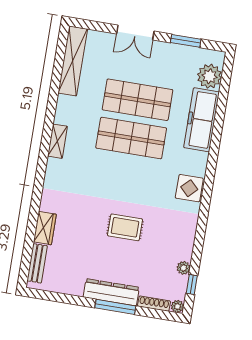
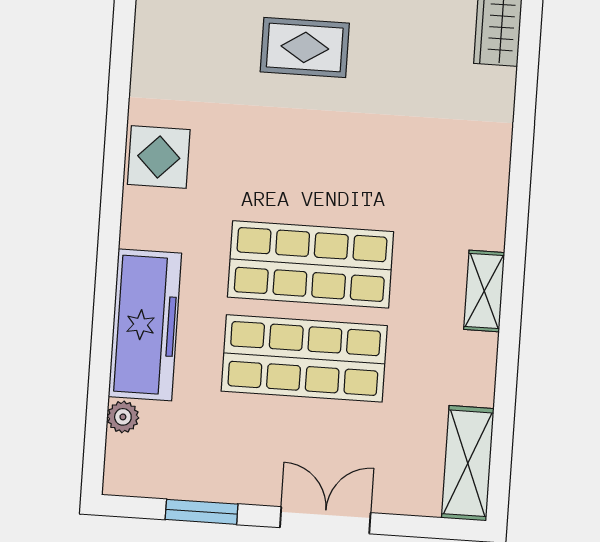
shelving: (73, 61) -> (468, 463), width x0.68
plant: (209, 76) -> (123, 417), width x0.53, depth x0.53
shelving: (57, 141) -> (484, 291), moved

